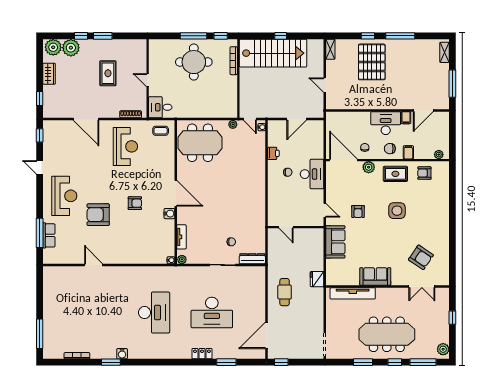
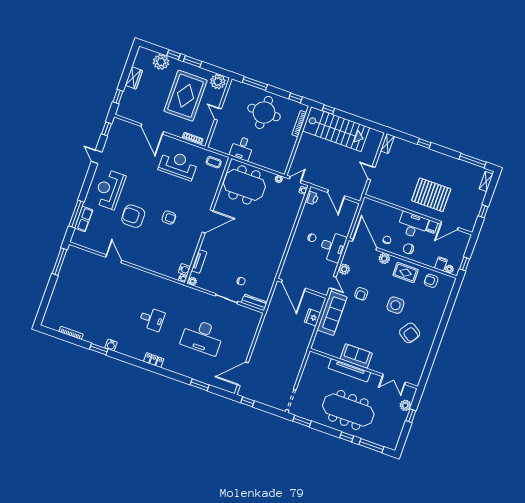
window: (194, 36) -> (255, 83), moved
window: (281, 36) -> (328, 110), moved
window: (400, 36) -> (473, 161), moved
plant: (53, 47) -> (218, 82), moved
pallet: (372, 62) -> (431, 195), moved, turned 90
rug: (108, 73) -> (185, 96), width x1.86, depth x2.06
window: (452, 84) -> (483, 211), width x0.46
desk: (160, 107) -> (242, 148), moved, turned -90
door: (250, 119) -> (295, 180), swing flipped
door: (297, 119) -> (336, 194), hinge flipped
window: (452, 144) -> (465, 264), added
reception desk: (125, 146) -> (178, 165), turned -90
filing cabinet: (408, 152) -> (441, 264), moved
printer: (273, 153) -> (312, 198), moved
door: (176, 193) -> (208, 221), hinge flipped
plant: (332, 193) -> (344, 269), added
reception desk: (64, 196) -> (109, 189), turned 180
water cooler: (169, 214) -> (184, 270), moved
door: (286, 227) -> (293, 285), width x1.88
sofa: (335, 242) -> (332, 313), width x1.36
armchair: (421, 257) -> (410, 333), moved
fridge: (317, 279) -> (313, 317), moved
cafe table: (285, 292) -> (272, 342), removed
tv unit: (353, 293) -> (349, 370), moved
desk: (154, 313) -> (152, 319), width x0.53, depth x0.77
window: (40, 334) -> (59, 262), moved
plant: (443, 349) -> (405, 405), moved
locker: (202, 354) -> (154, 360), moved
window: (363, 362) -> (302, 421), moved

